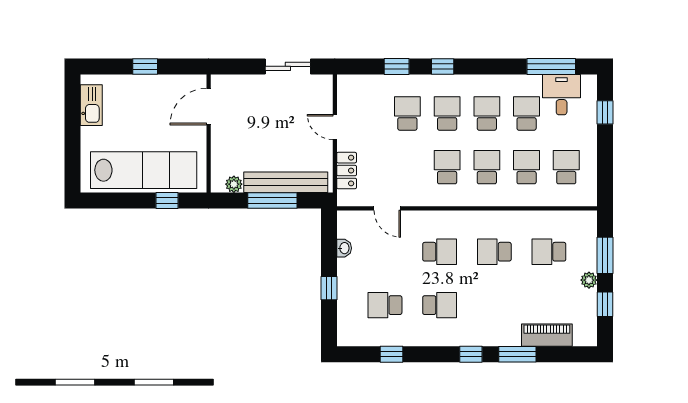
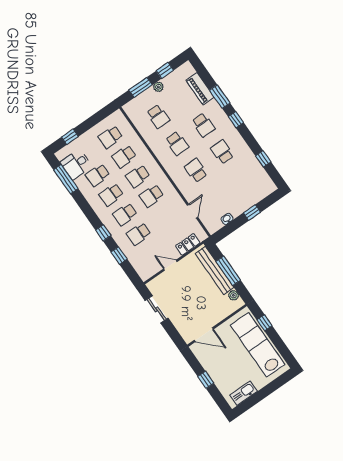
door: (335, 127) -> (170, 265), swing flipped
school desk: (385, 305) -> (203, 125), moved

